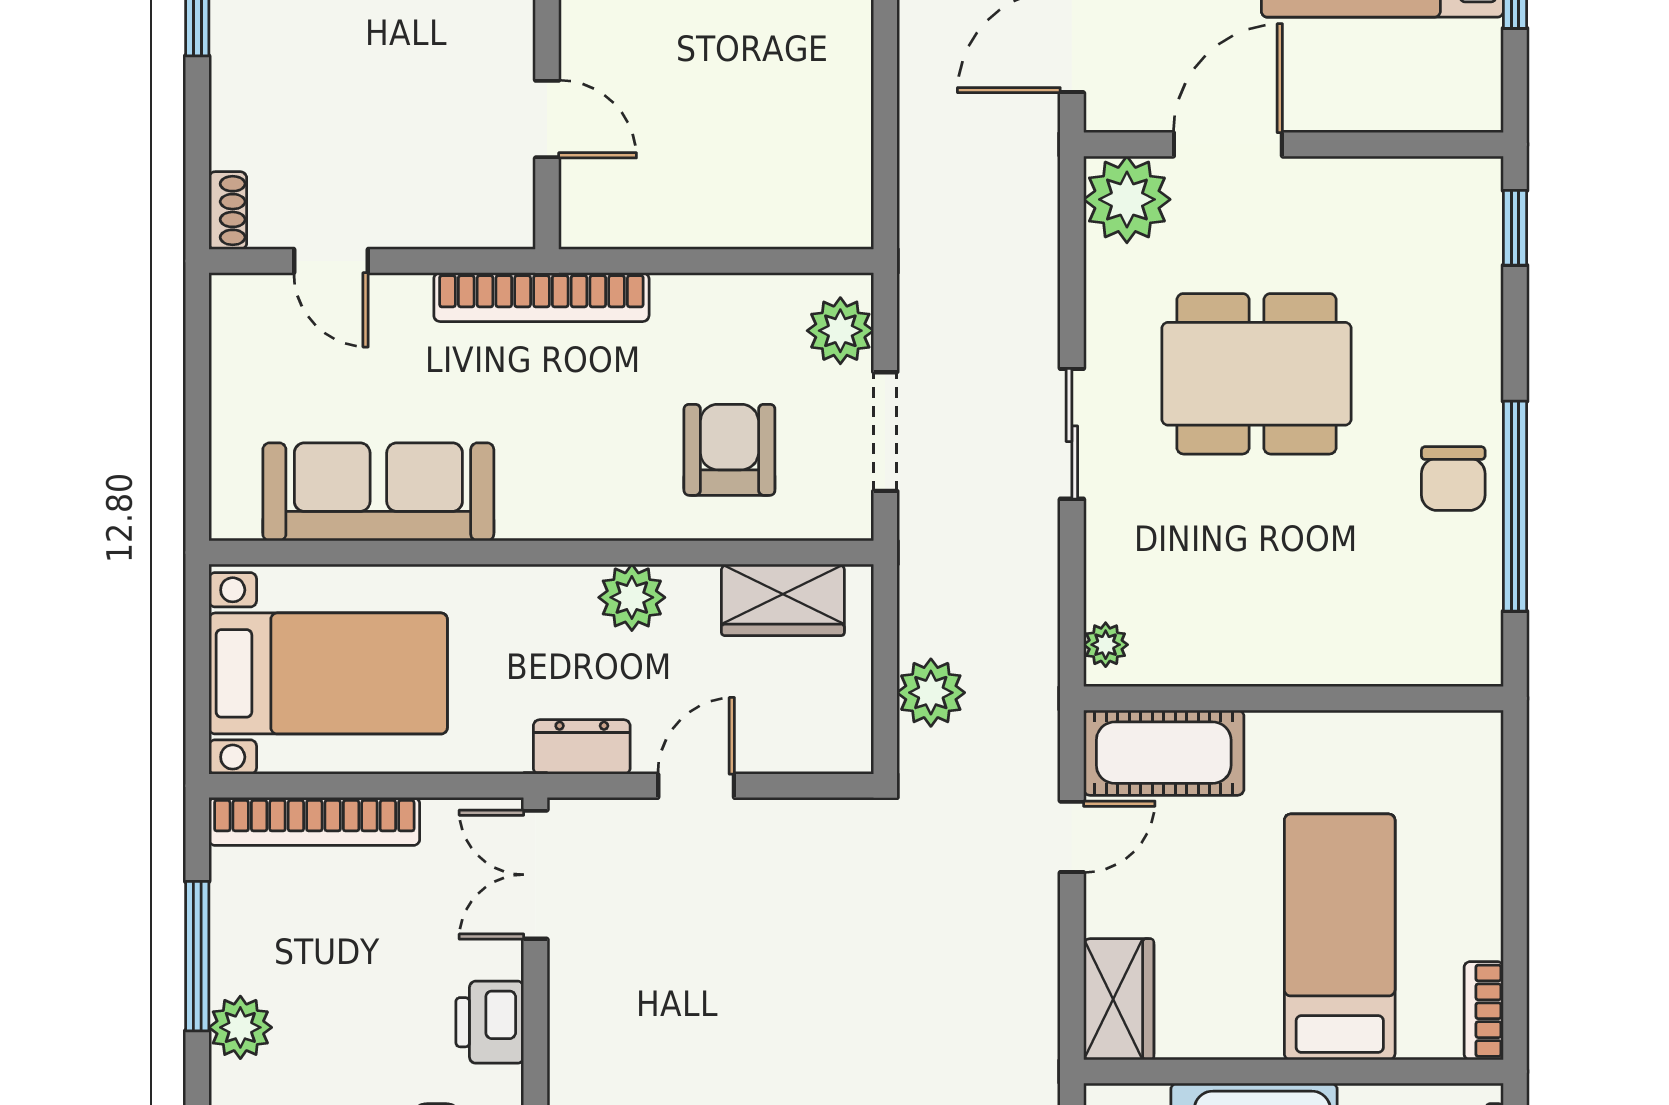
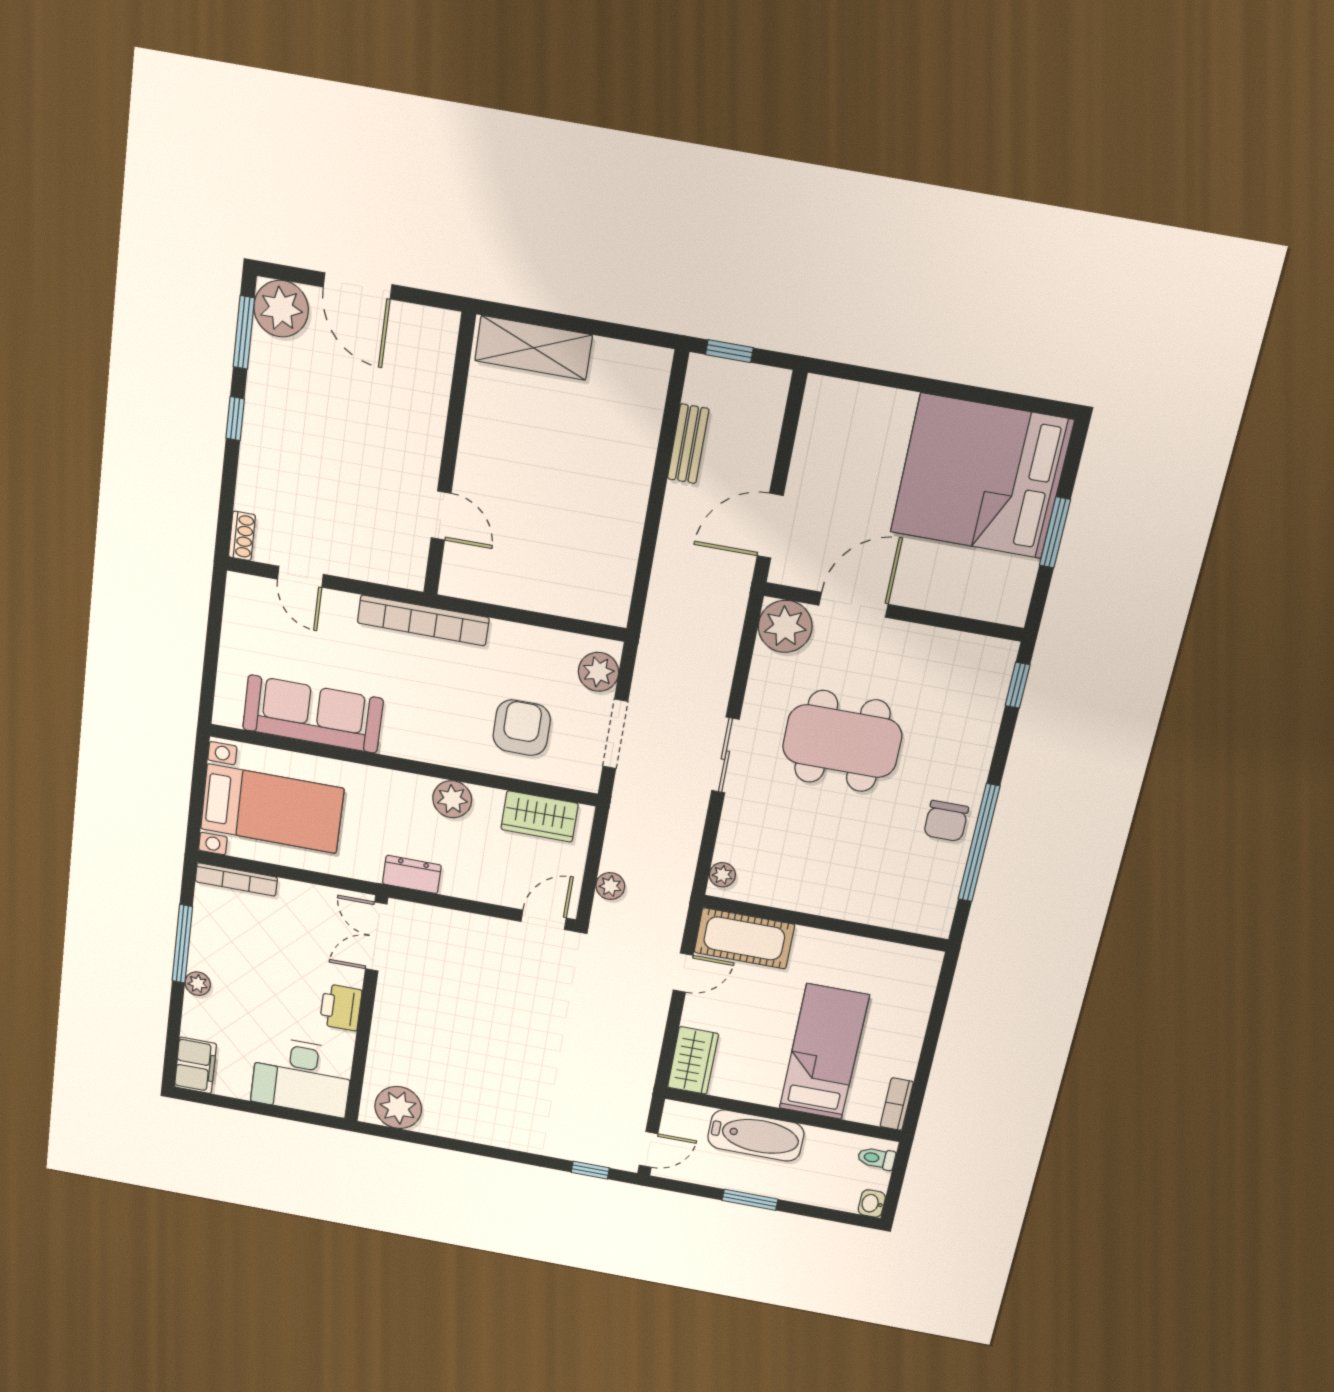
plant: (931, 693) -> (610, 886), width x0.73, depth x0.73
door: (696, 786) -> (544, 920), moved
bookcase: (314, 821) -> (236, 880), width x0.68, depth x0.76
plant: (240, 1027) -> (198, 984), width x0.73, depth x0.73

